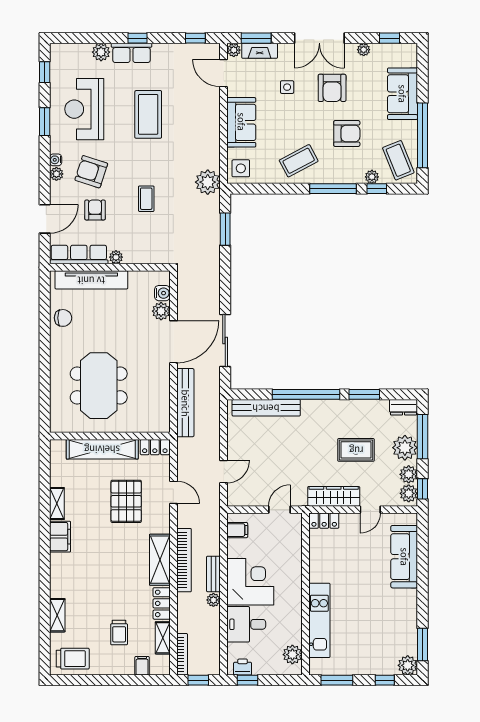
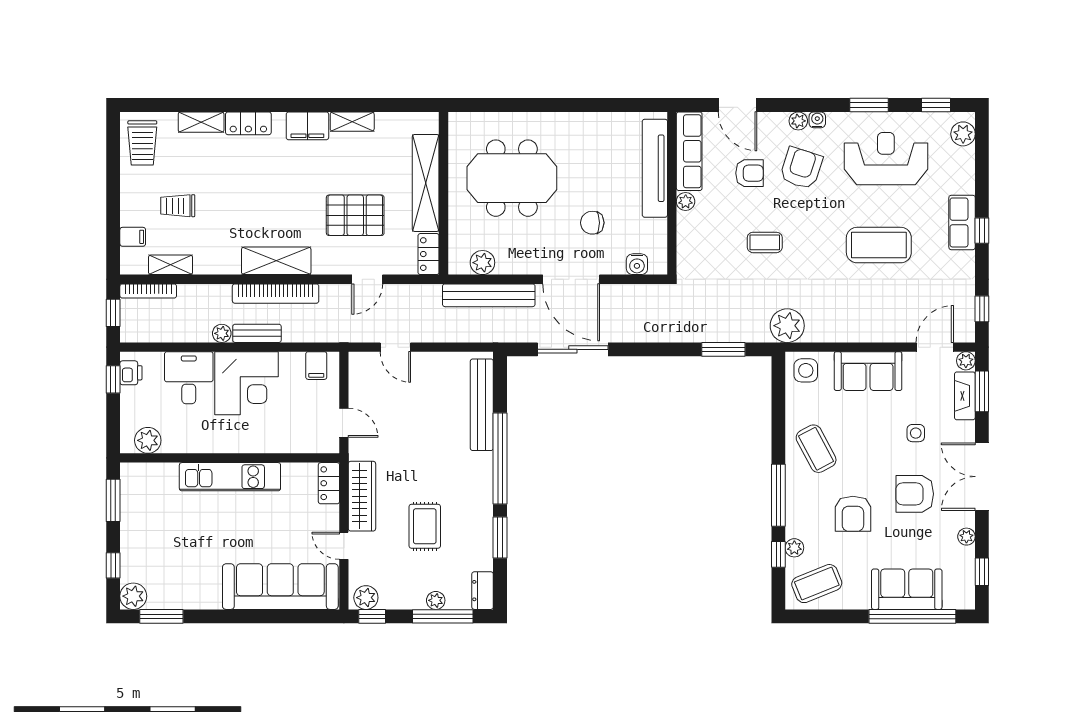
plant: (101, 52) -> (963, 134), moved
window: (422, 135) -> (912, 616), moved
plant: (161, 311) -> (482, 263), moved
chair: (63, 318) -> (592, 223), moved, turned 90
plant: (405, 448) -> (436, 600), width x0.53, depth x0.53
plant: (409, 474) -> (392, 598), removed
sofa: (404, 557) -> (280, 587), width x1.36, depth x1.27
locker: (162, 603) -> (248, 123), moved, turned 180
kitchen unit: (319, 620) -> (230, 477), moved

